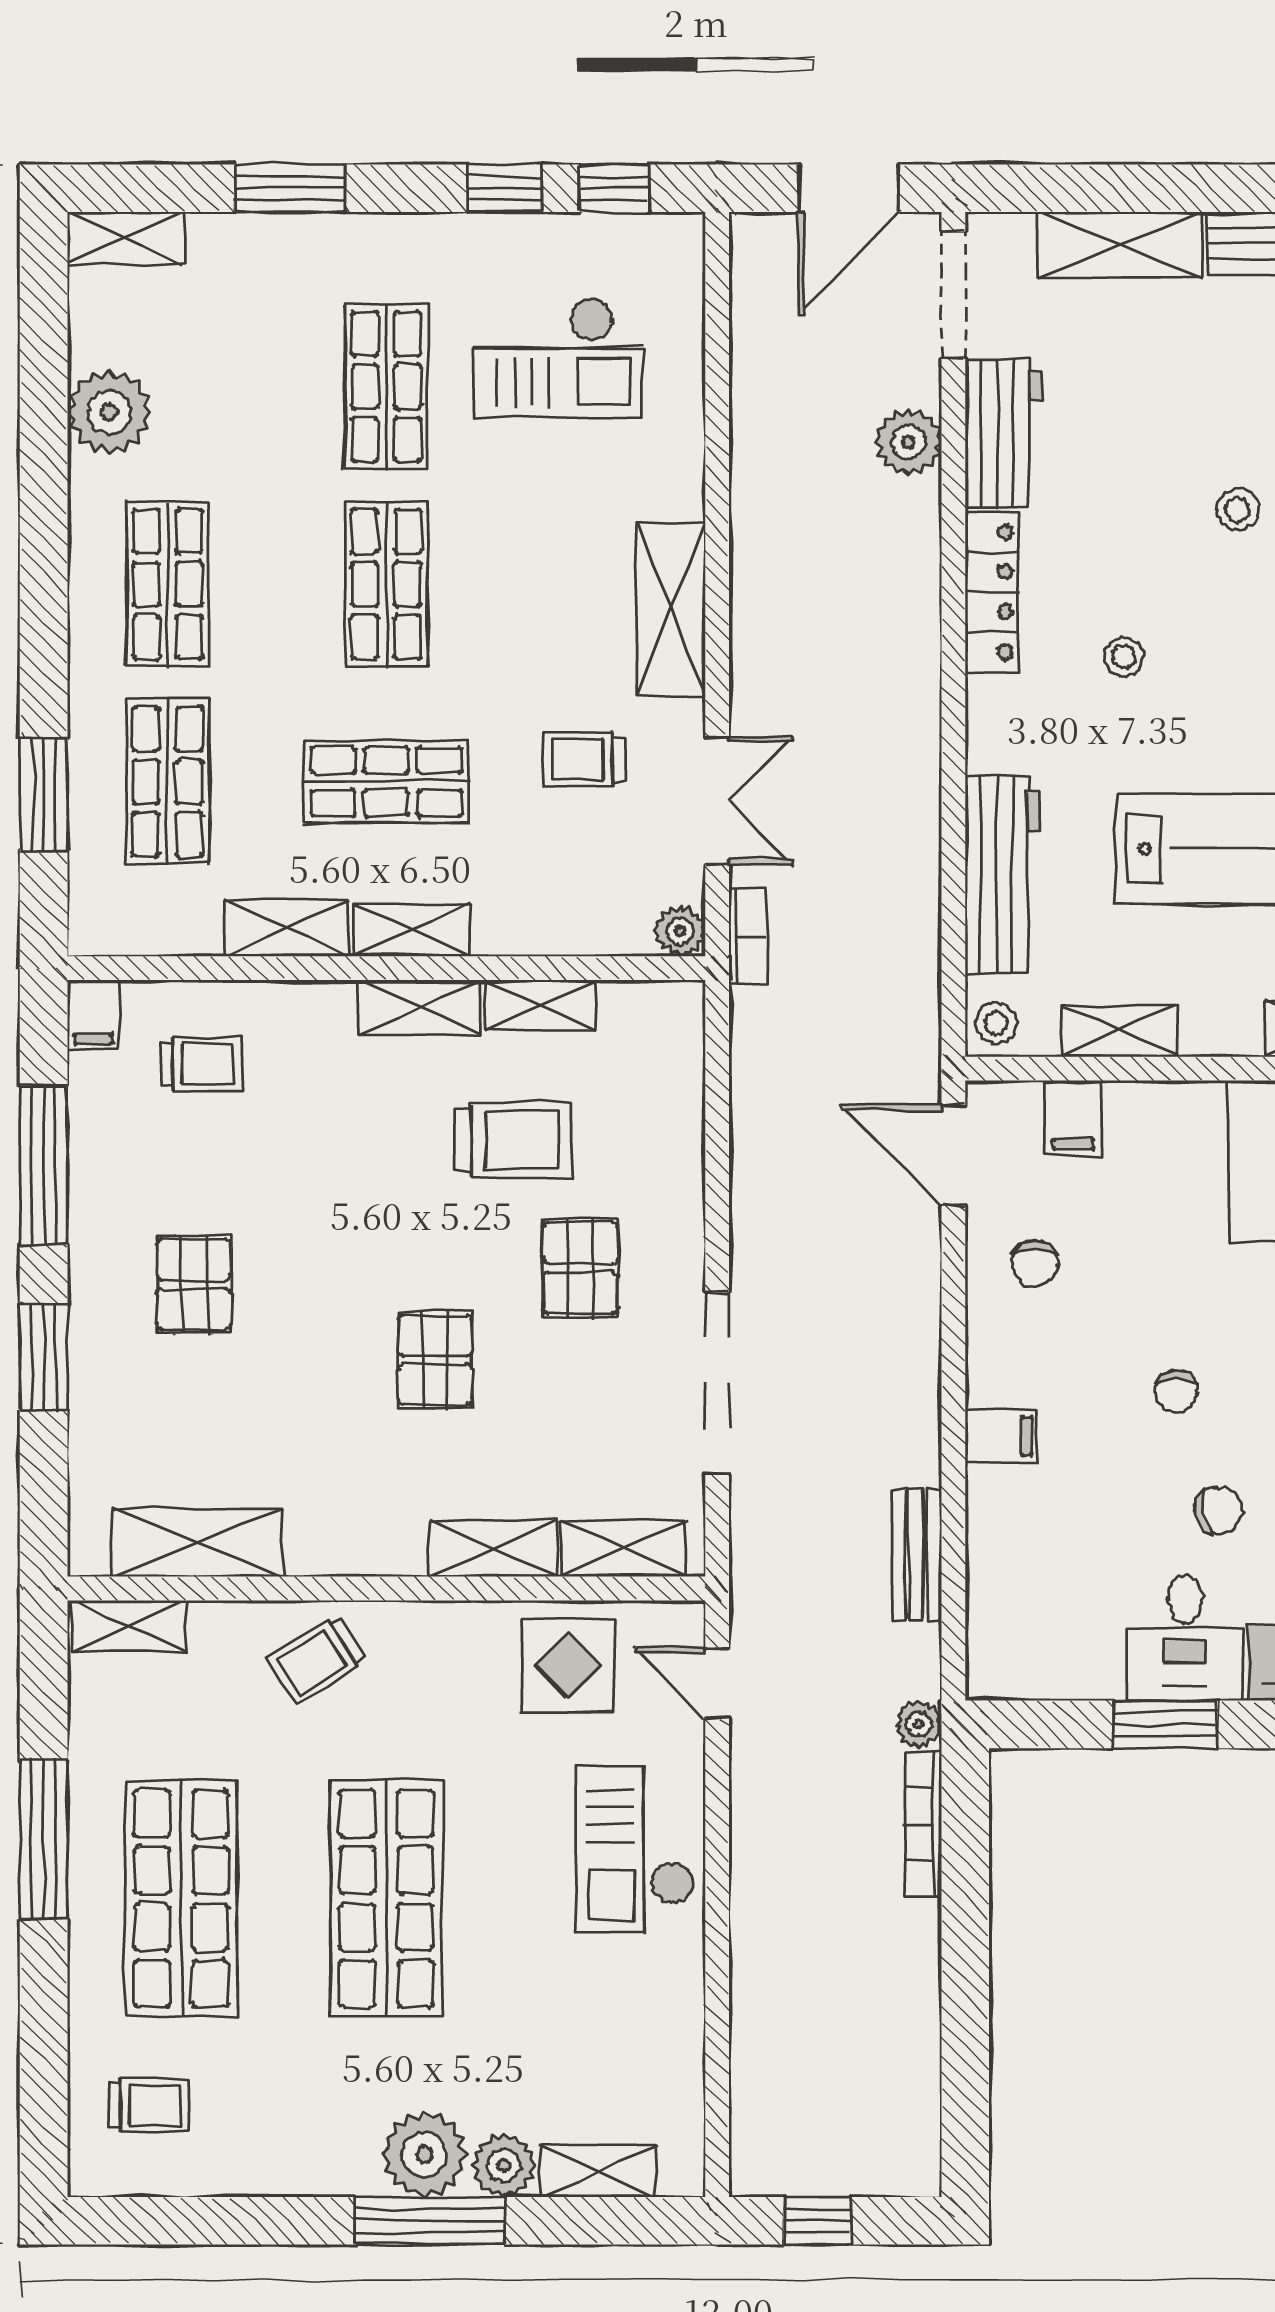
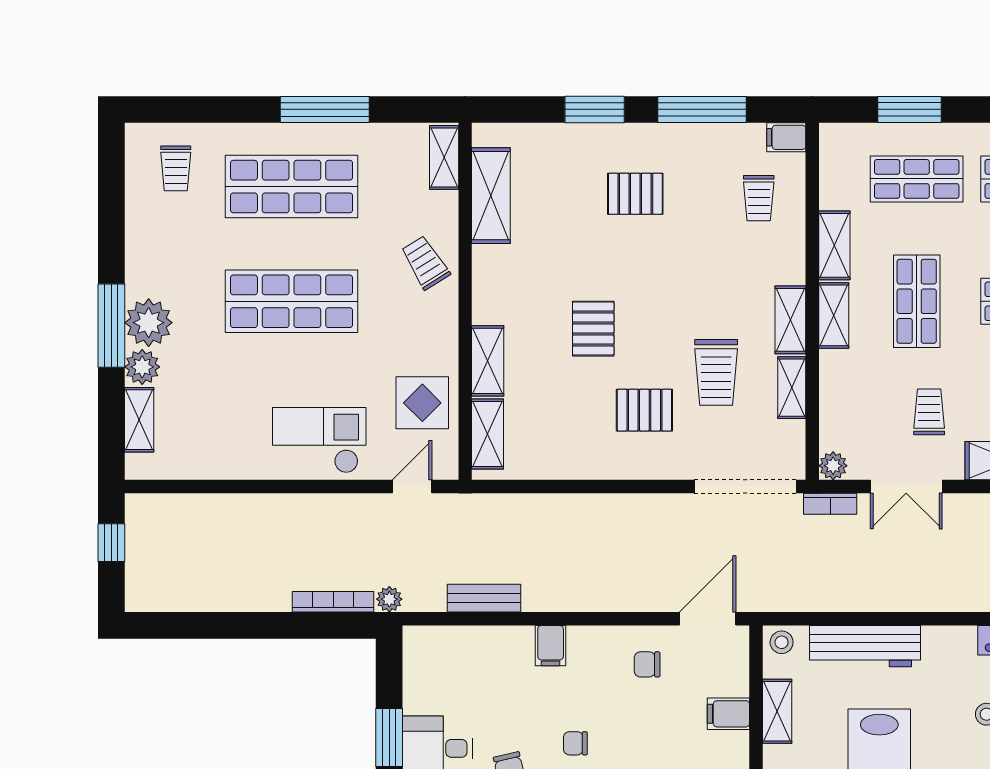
filing cabinet: (1073, 1118) -> (728, 714), moved
pallet: (435, 1360) -> (593, 329), turned 90
doorway: (717, 1383) -> (745, 486), moved

